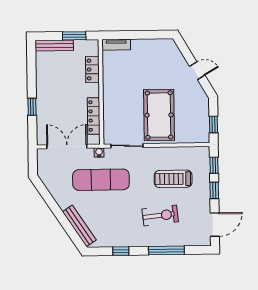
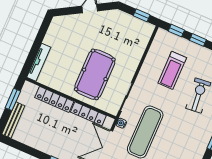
tv unit: (116, 45) -> (39, 62), width x1.41
locker: (92, 69) -> (54, 99), width x1.53
pool table: (159, 115) -> (95, 74), moved, turned 90

